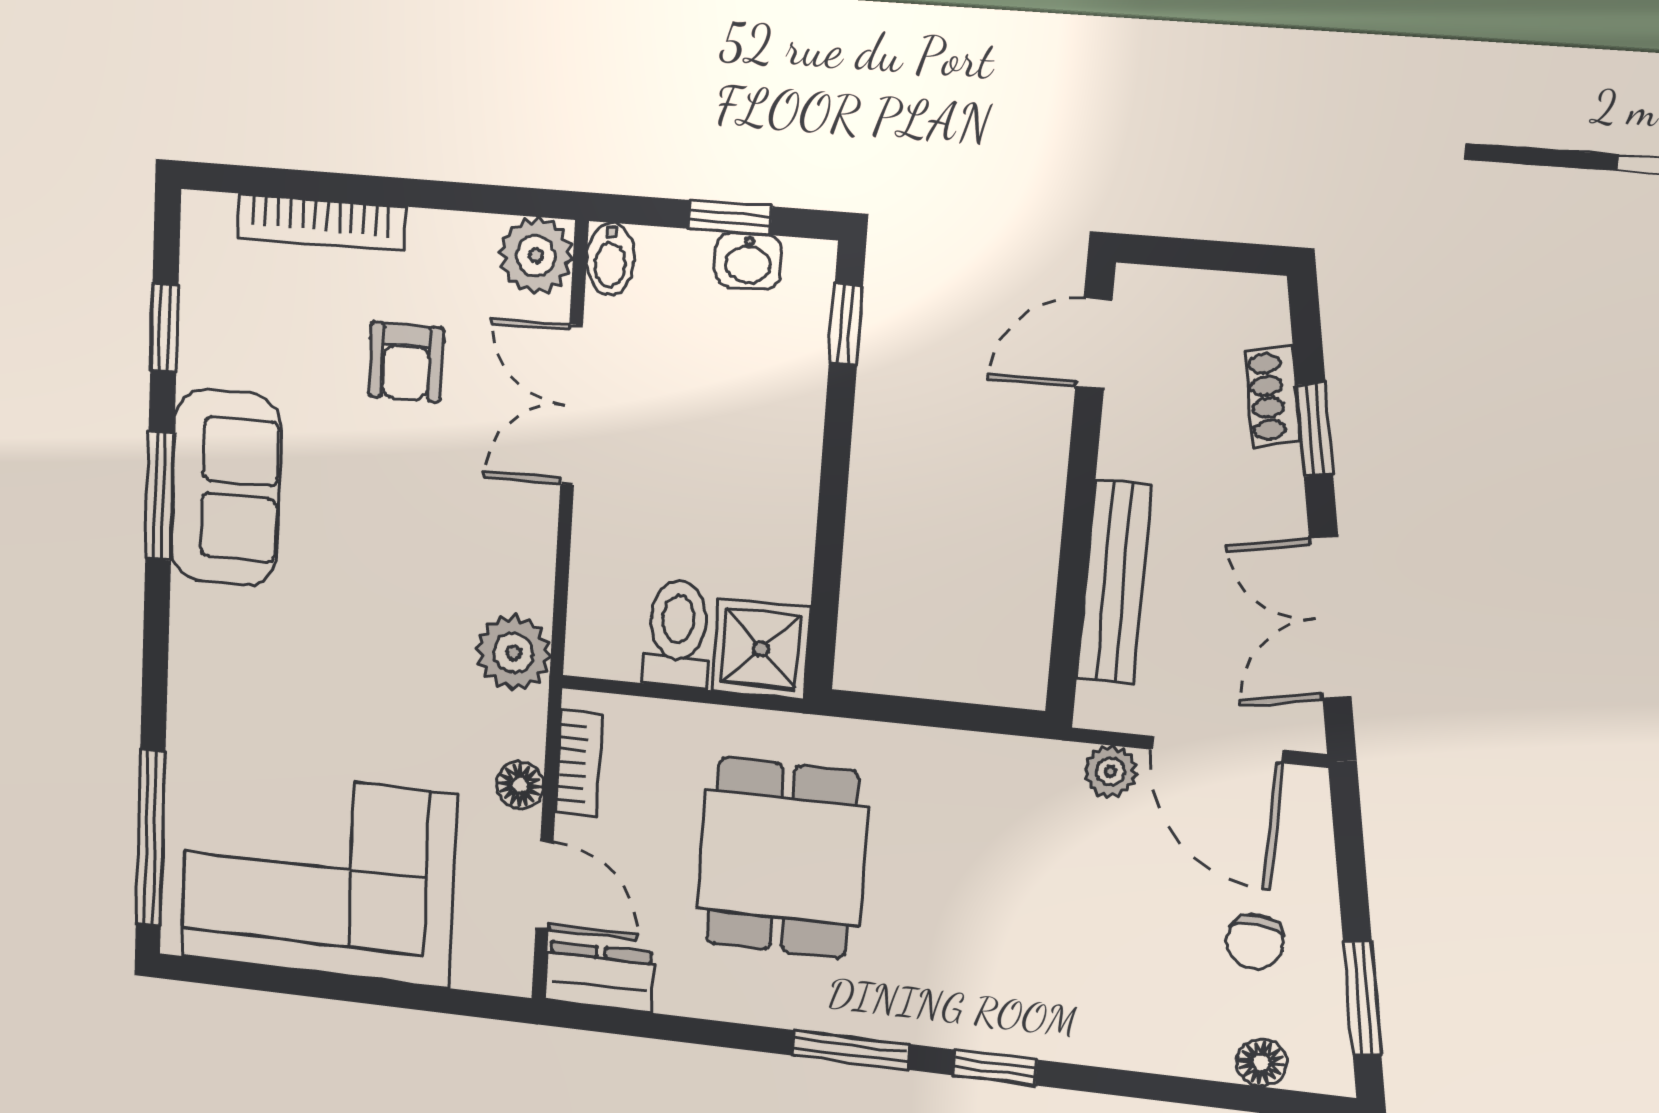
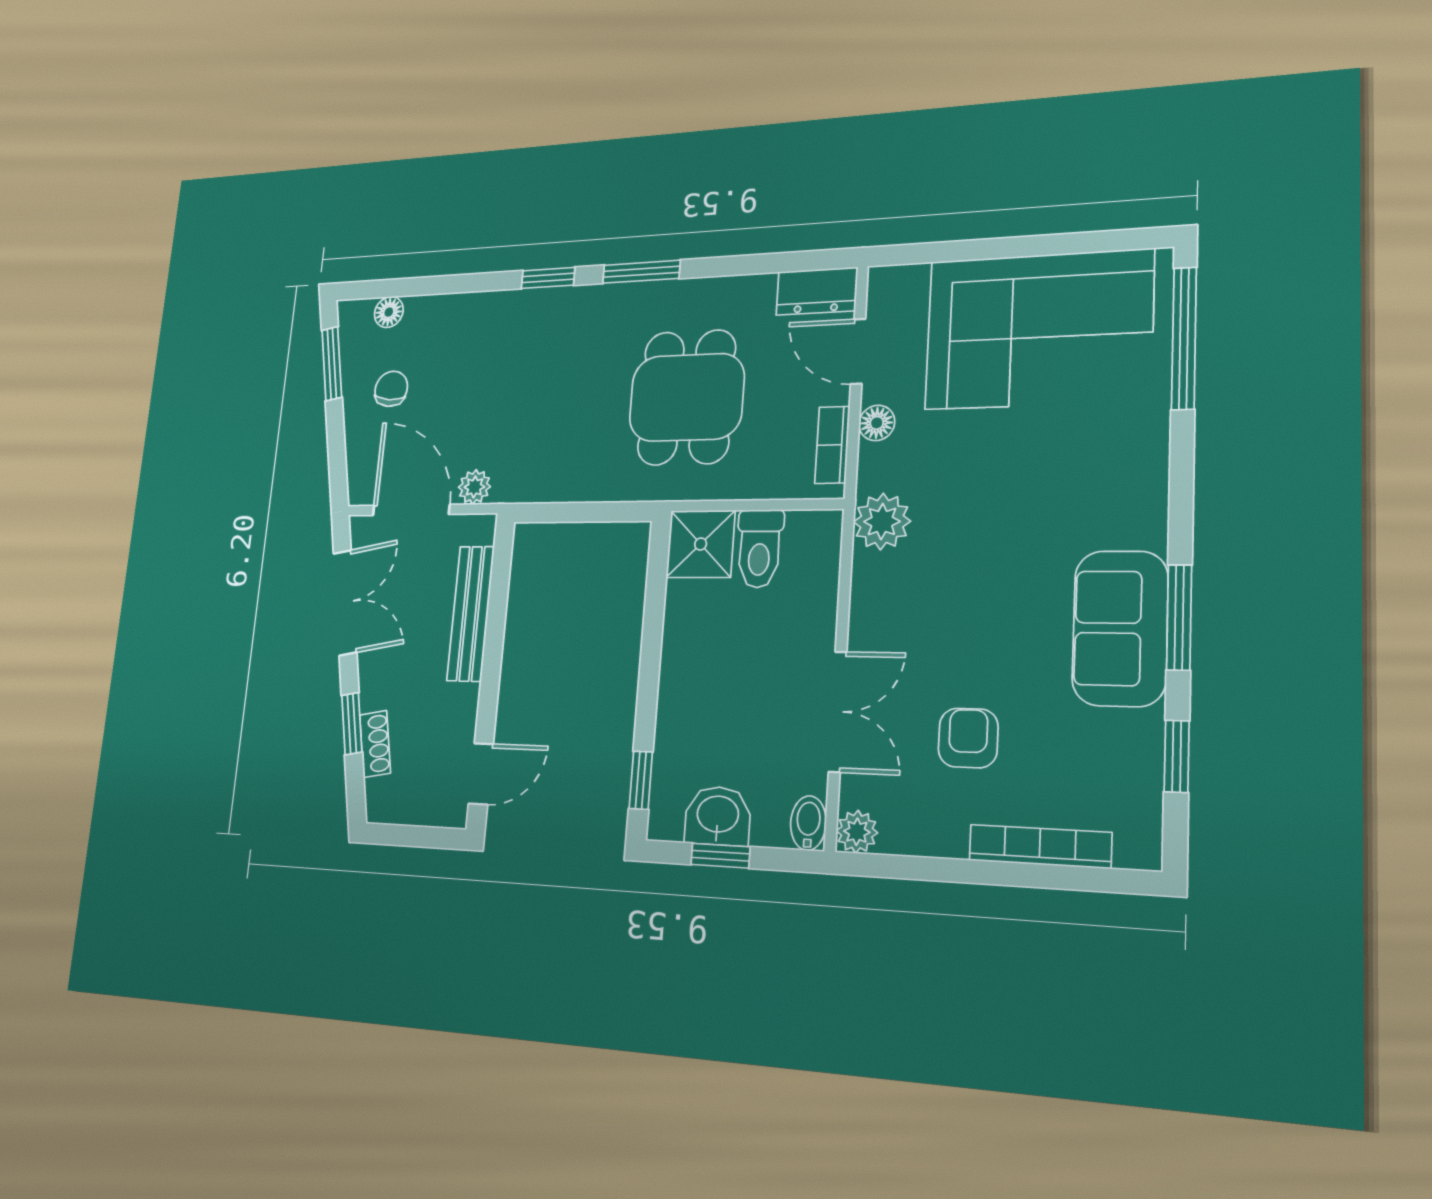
plant: (536, 256) -> (857, 832), width x0.73, depth x0.73
washbasin: (748, 261) -> (718, 816), width x1.38, depth x1.45

